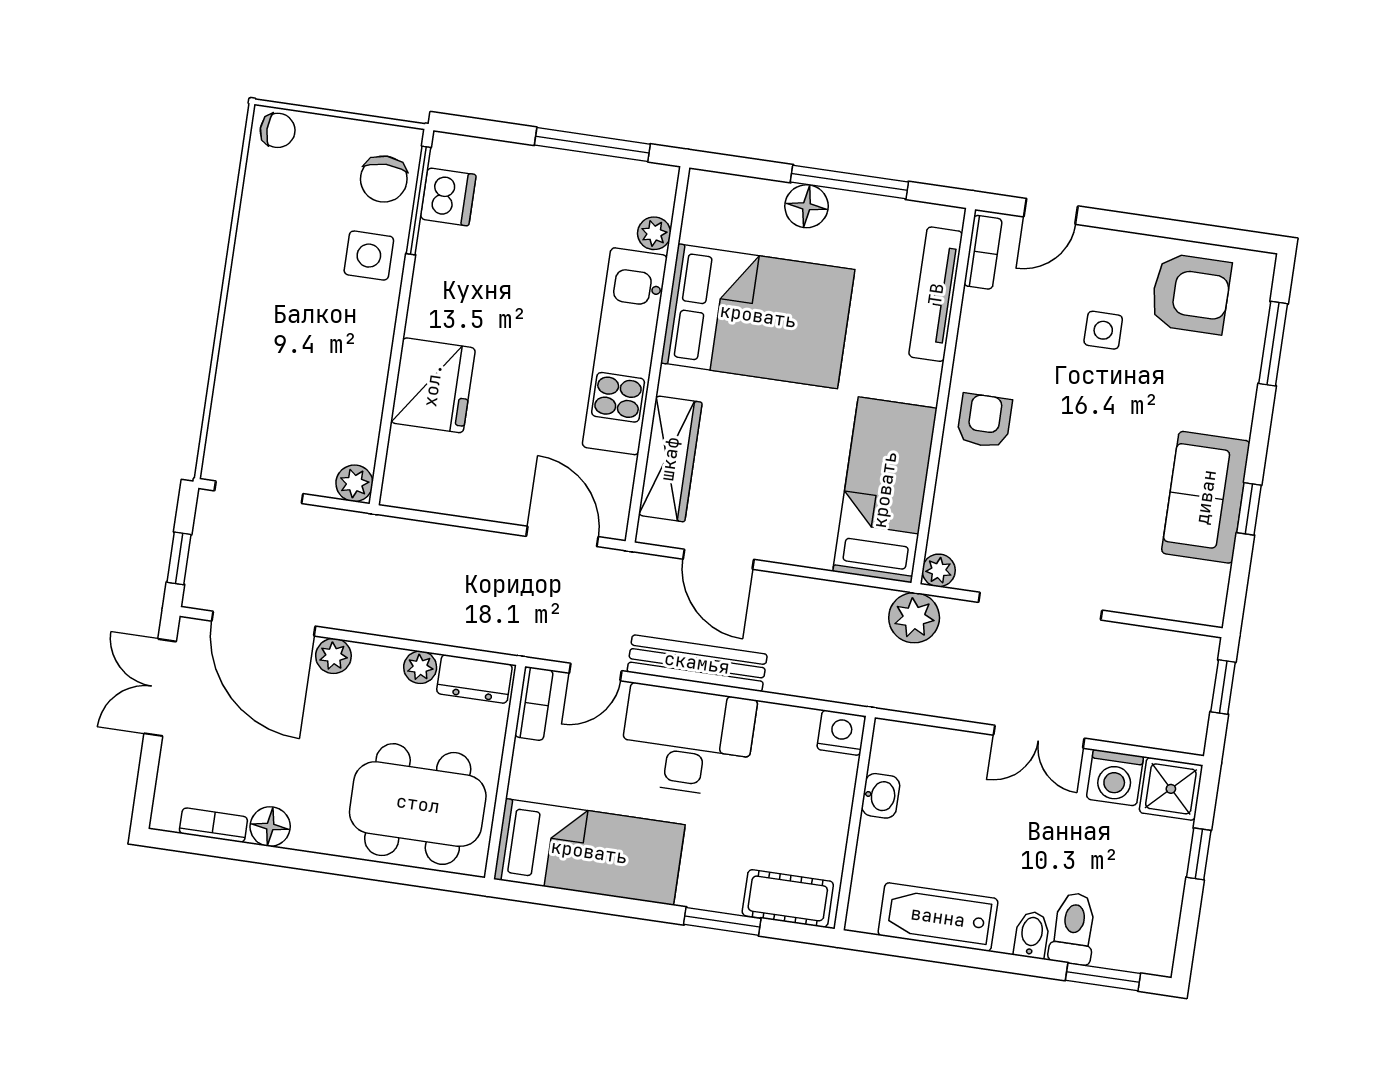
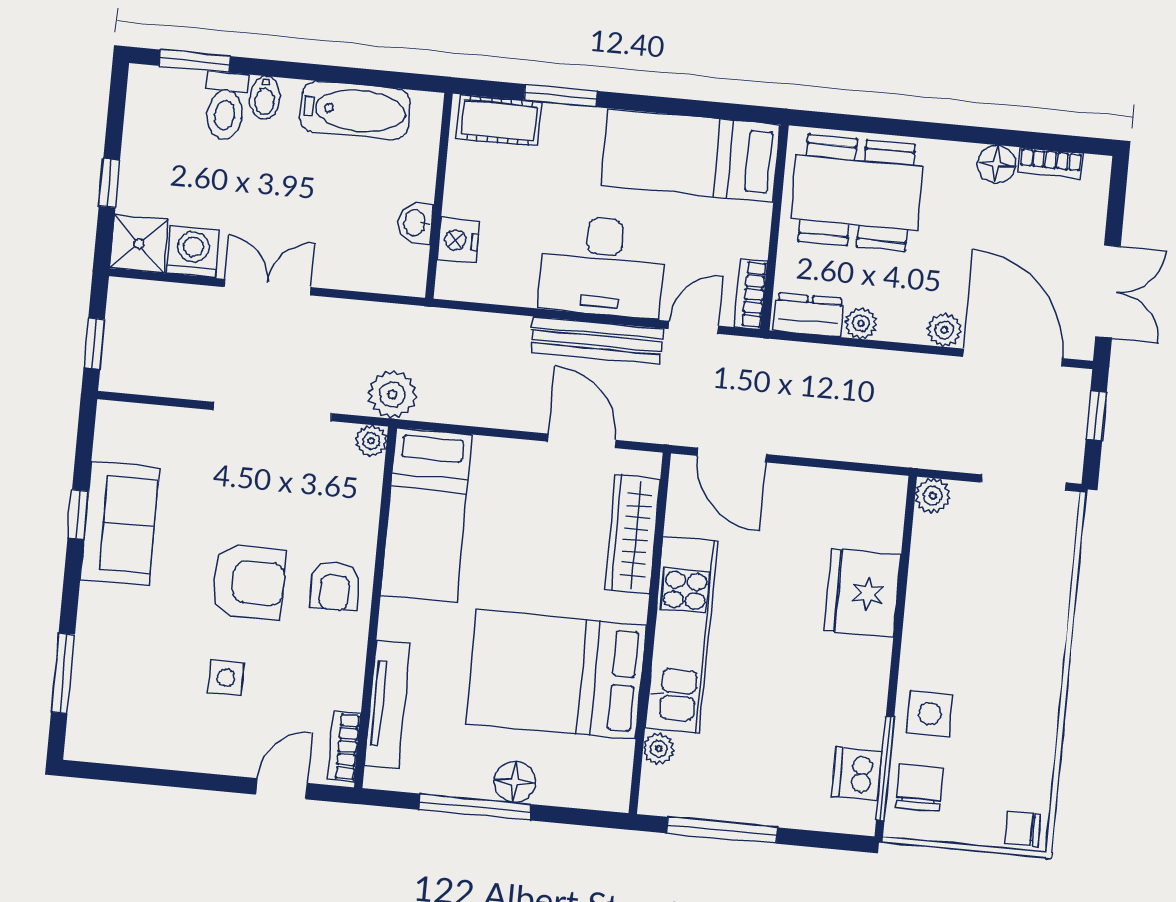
armchair: (1191, 294) -> (249, 582), moved, turned 180
nightstand: (841, 733) -> (458, 240), moved, turned 90

